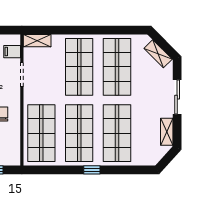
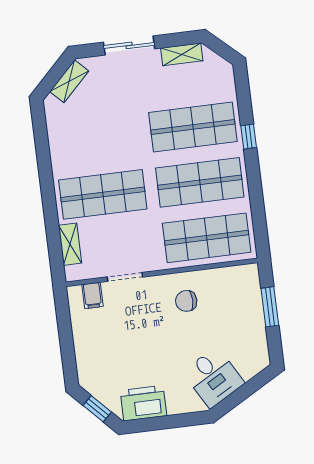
shelving: (37, 41) -> (70, 244), moved
shop shelf: (117, 67) -> (96, 139), removed
window: (92, 170) -> (249, 137), moved

